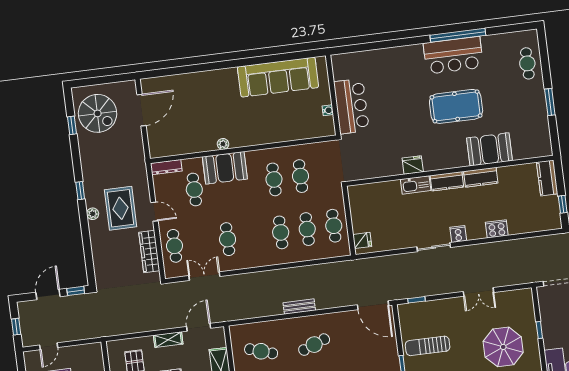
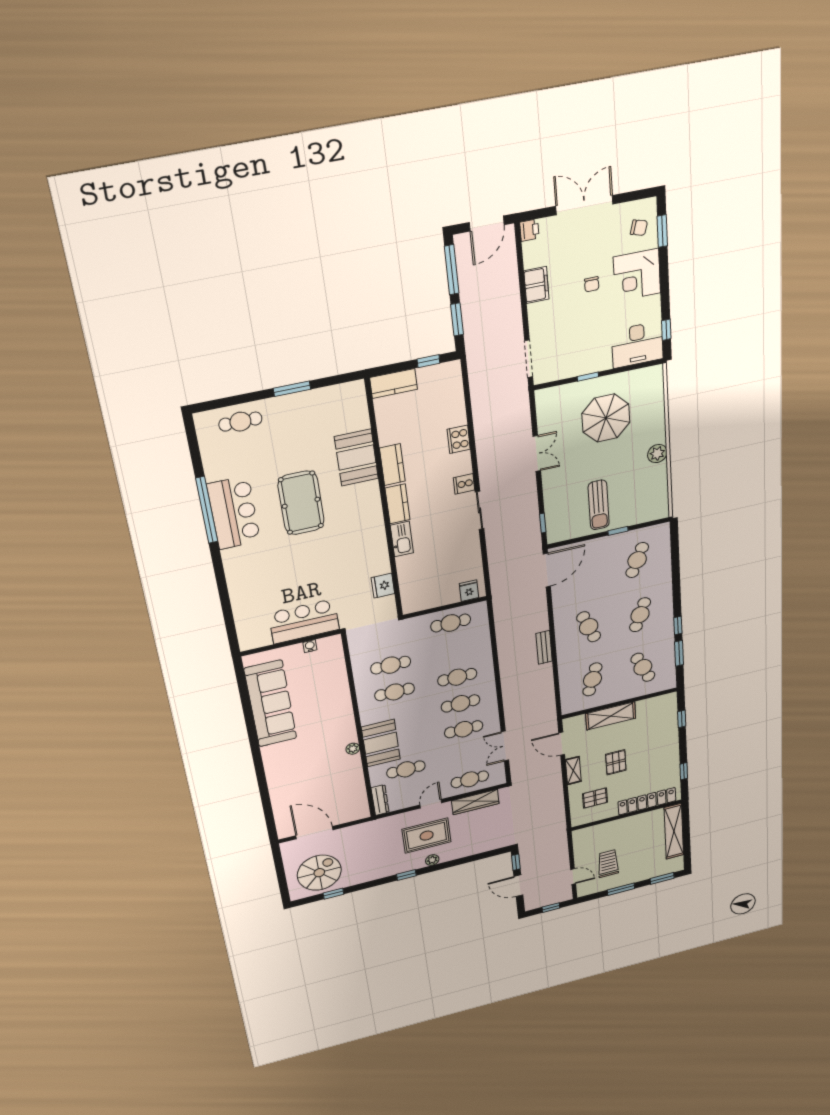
fridge: (413, 165) -> (383, 586), moved
cafe table: (307, 229) -> (460, 703), moved

